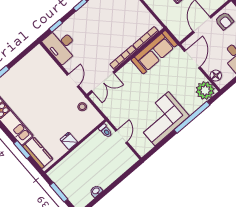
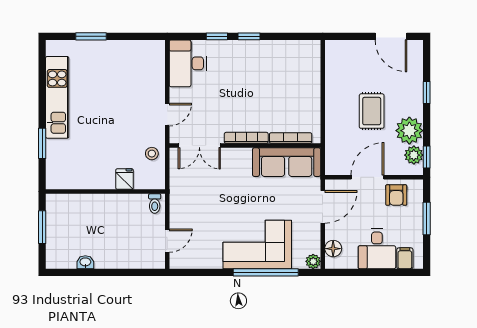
window: (56, 26) -> (217, 36), moved
plant: (205, 90) -> (313, 261), width x0.53, depth x0.53
corner sofa: (162, 119) -> (257, 245), moved
door: (121, 136) -> (167, 241), moved
fridge: (69, 141) -> (124, 179), moved
kitchen counter: (38, 153) -> (57, 162), removed

